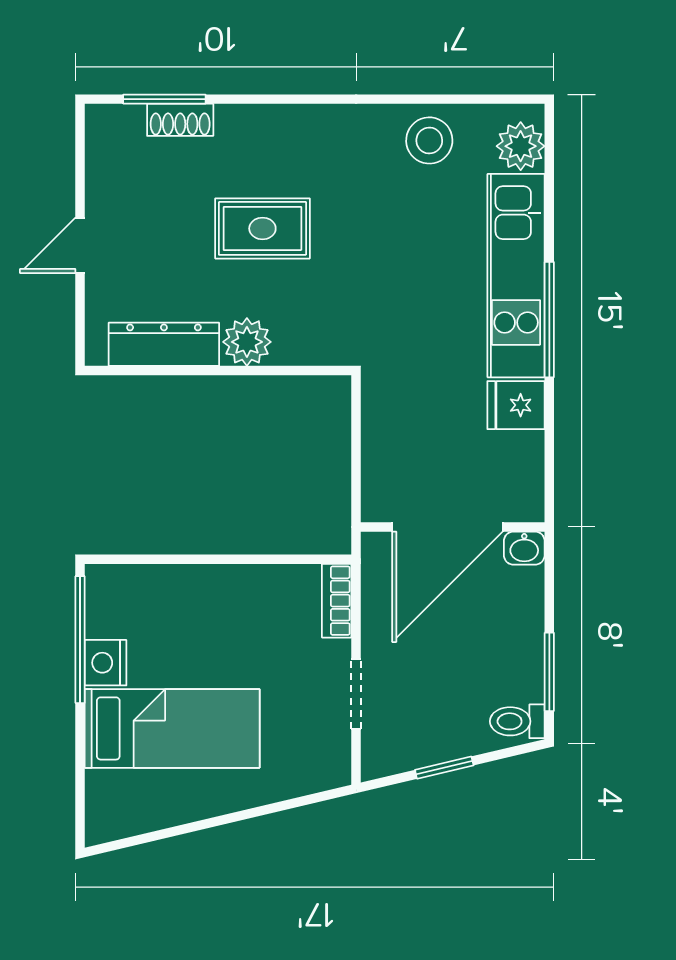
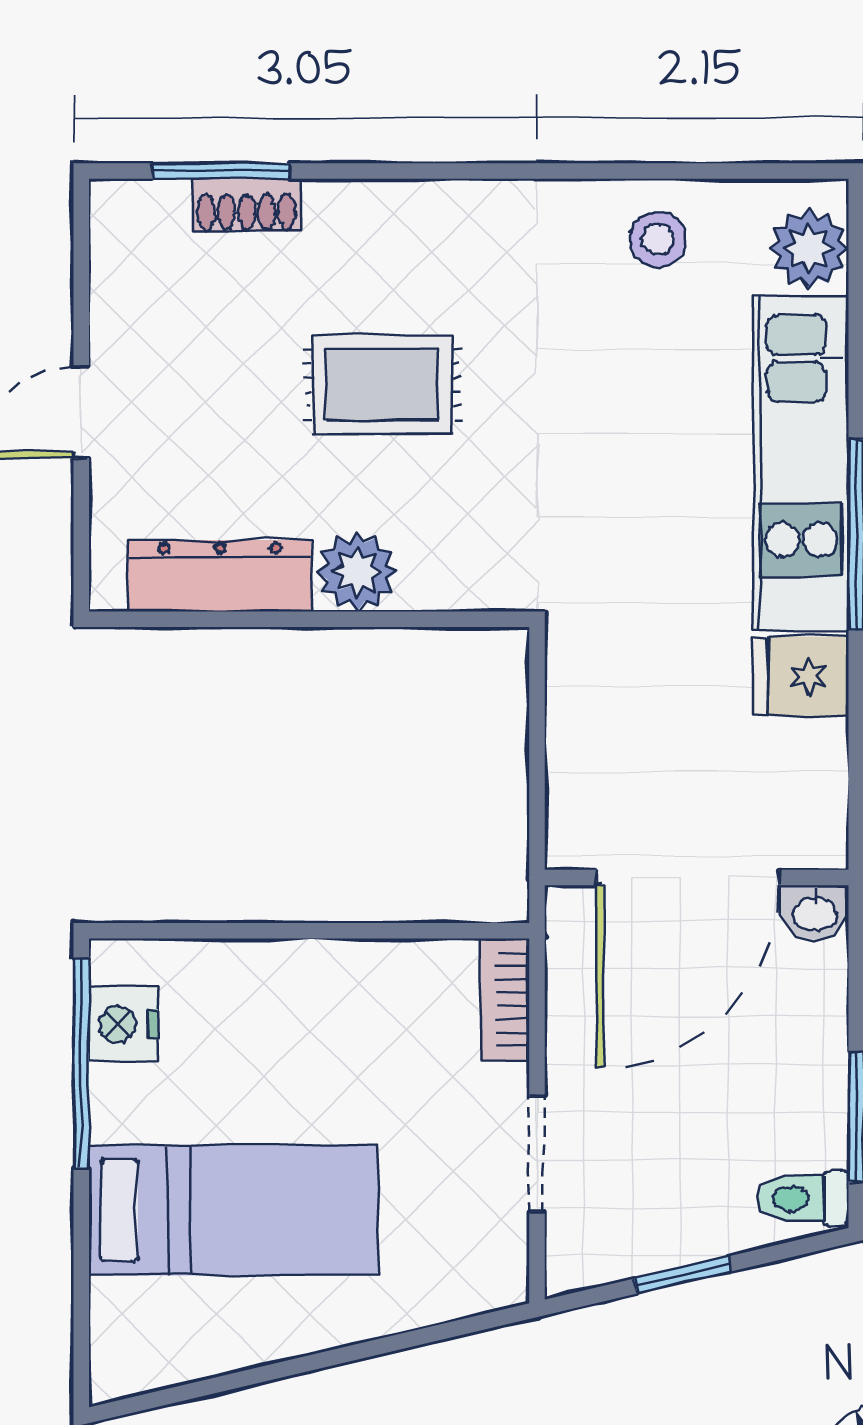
stool: (429, 140) -> (658, 239), width x0.73, depth x0.73
nightstand: (106, 663) -> (123, 1024), moved

